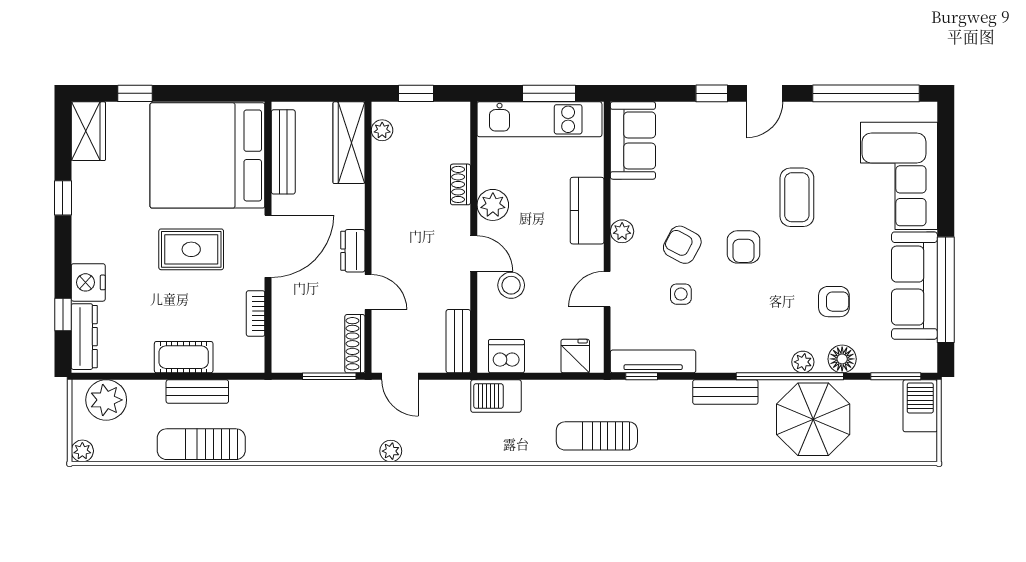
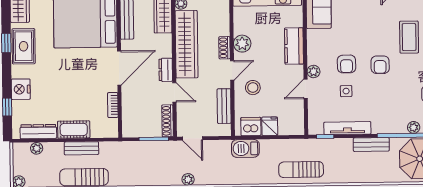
shoe rack: (460, 184) -> (225, 48), moved
wardrobe: (391, 205) -> (187, 44), added
plant: (622, 231) -> (314, 71), moved
armchair: (682, 245) -> (347, 64), turned -118
rug: (191, 249) -> (24, 46), moved, turned 90
door: (474, 253) -> (232, 70), hinge flipped
dresser: (84, 337) -> (38, 132), moved, turned -90
bench: (458, 341) -> (224, 106), moved
fridge: (575, 356) -> (270, 126), moved
tv unit: (653, 361) -> (347, 128), moved
plant: (106, 400) -> (37, 148), width x0.53, depth x0.53

